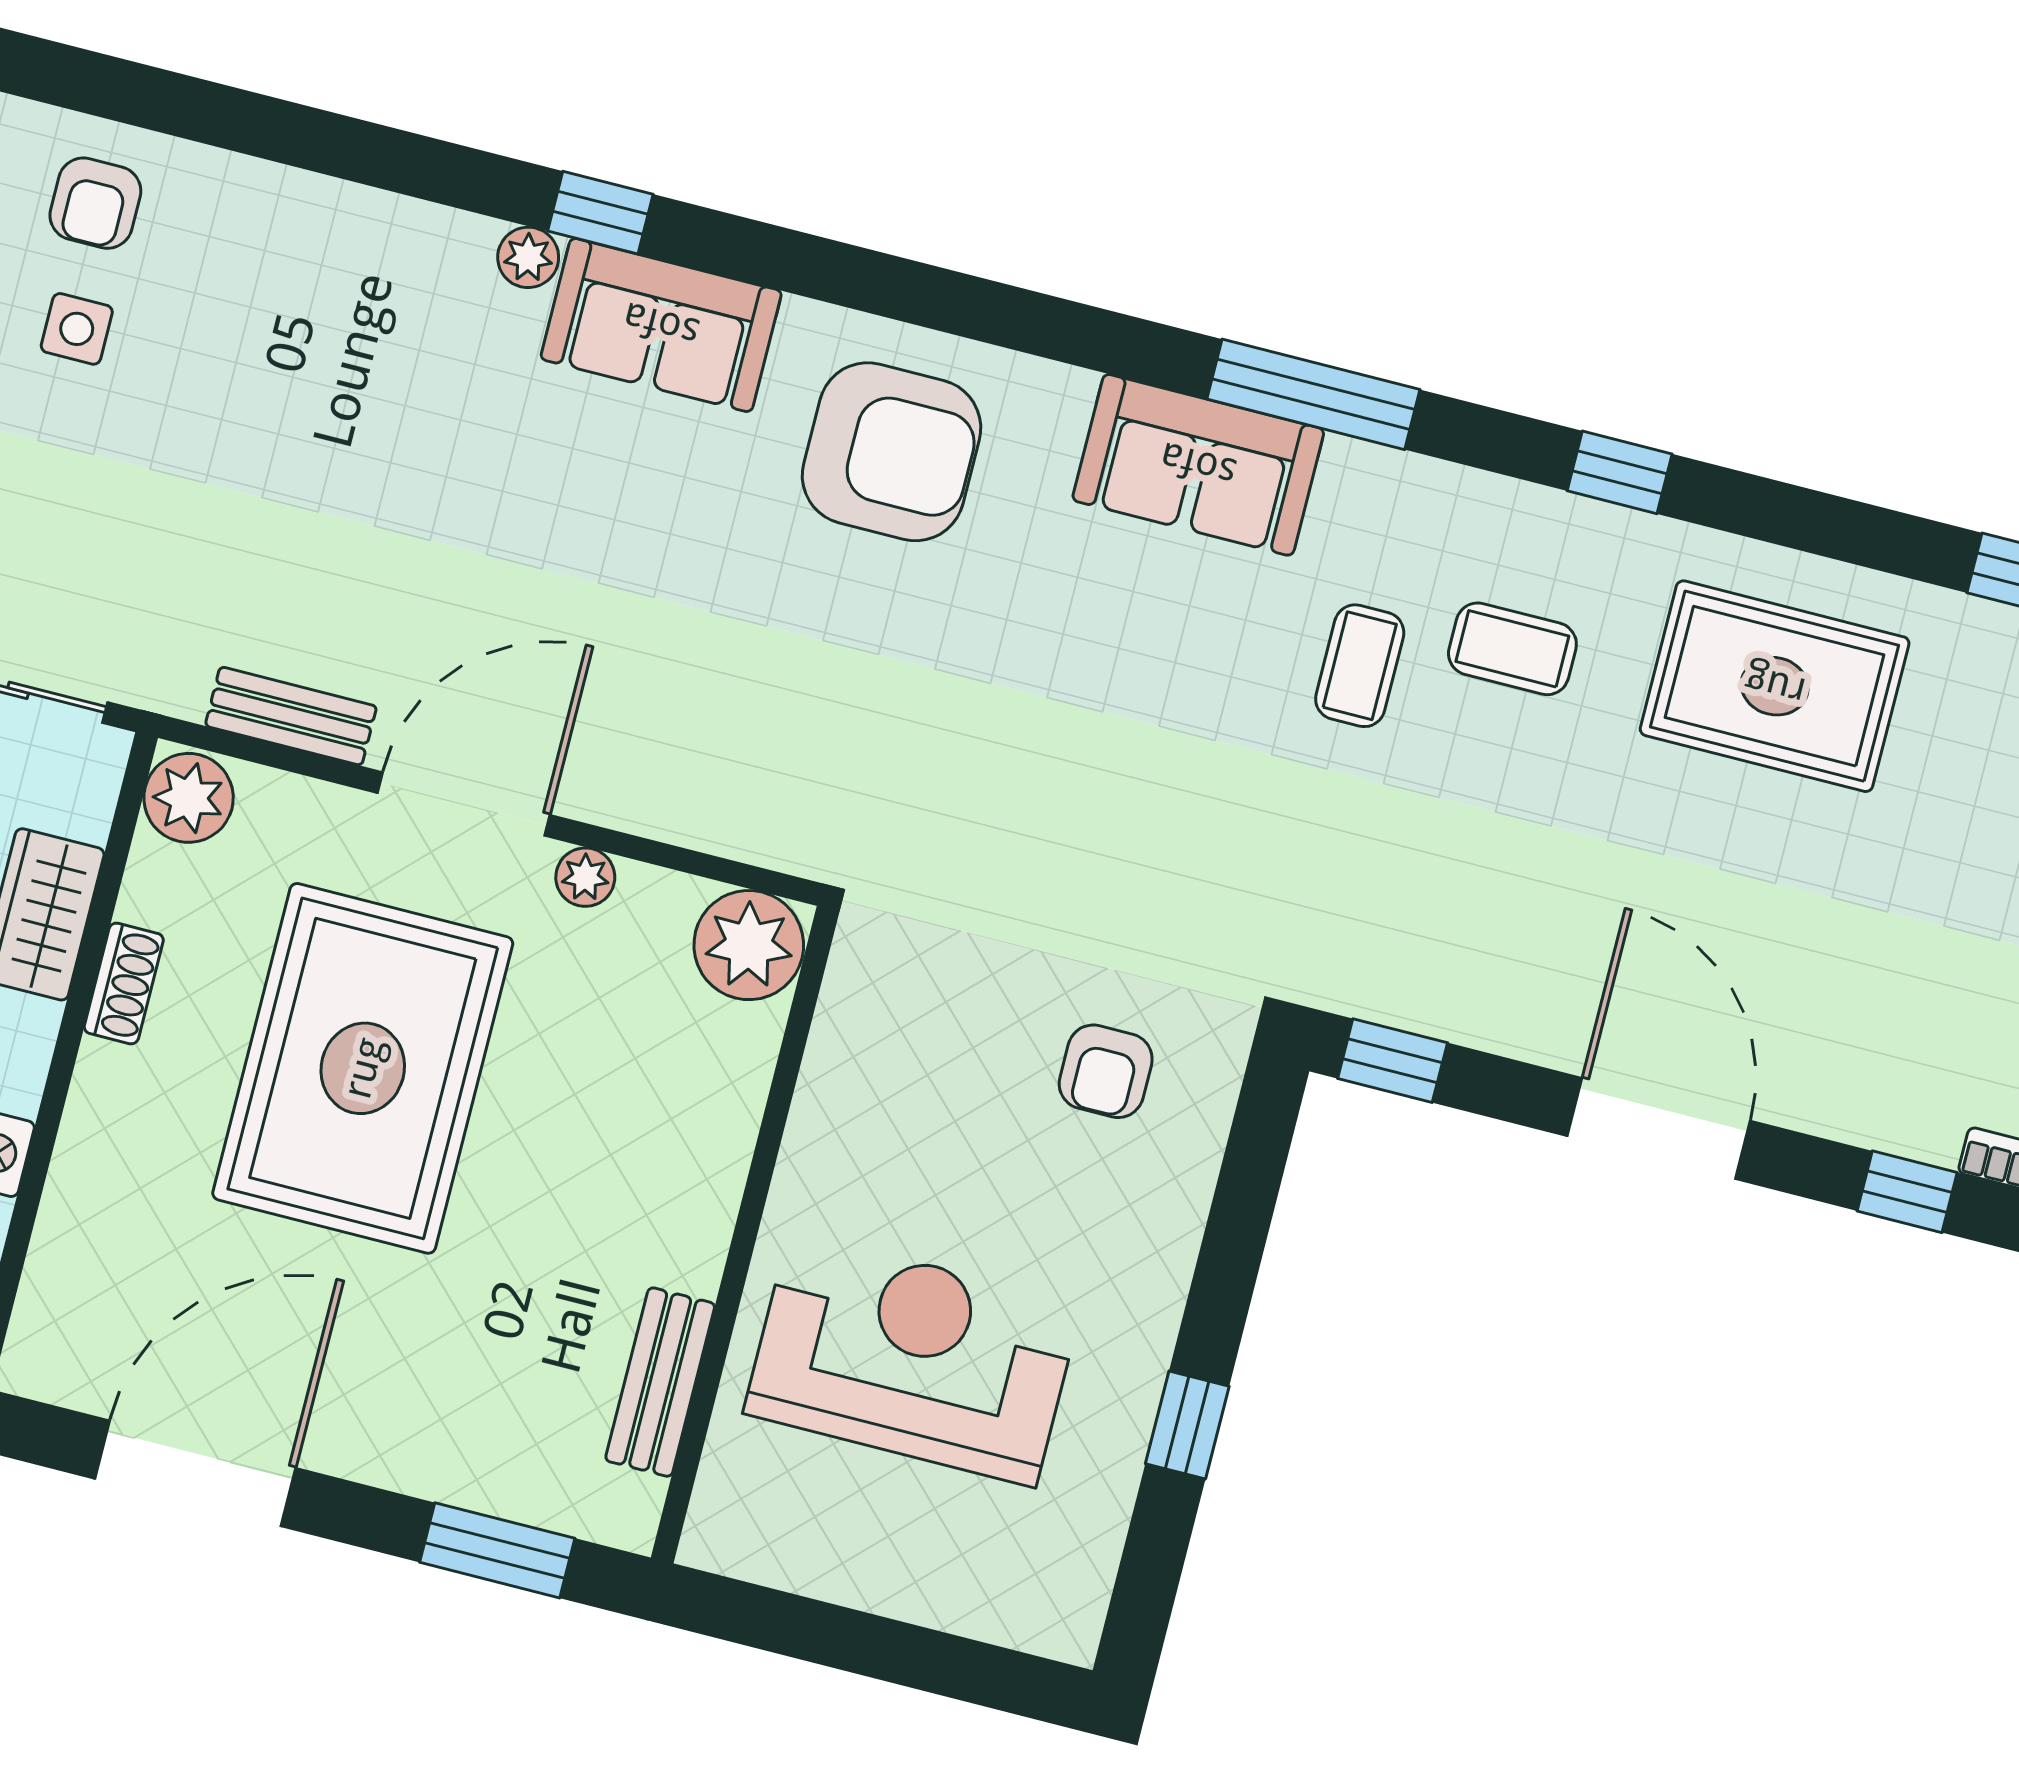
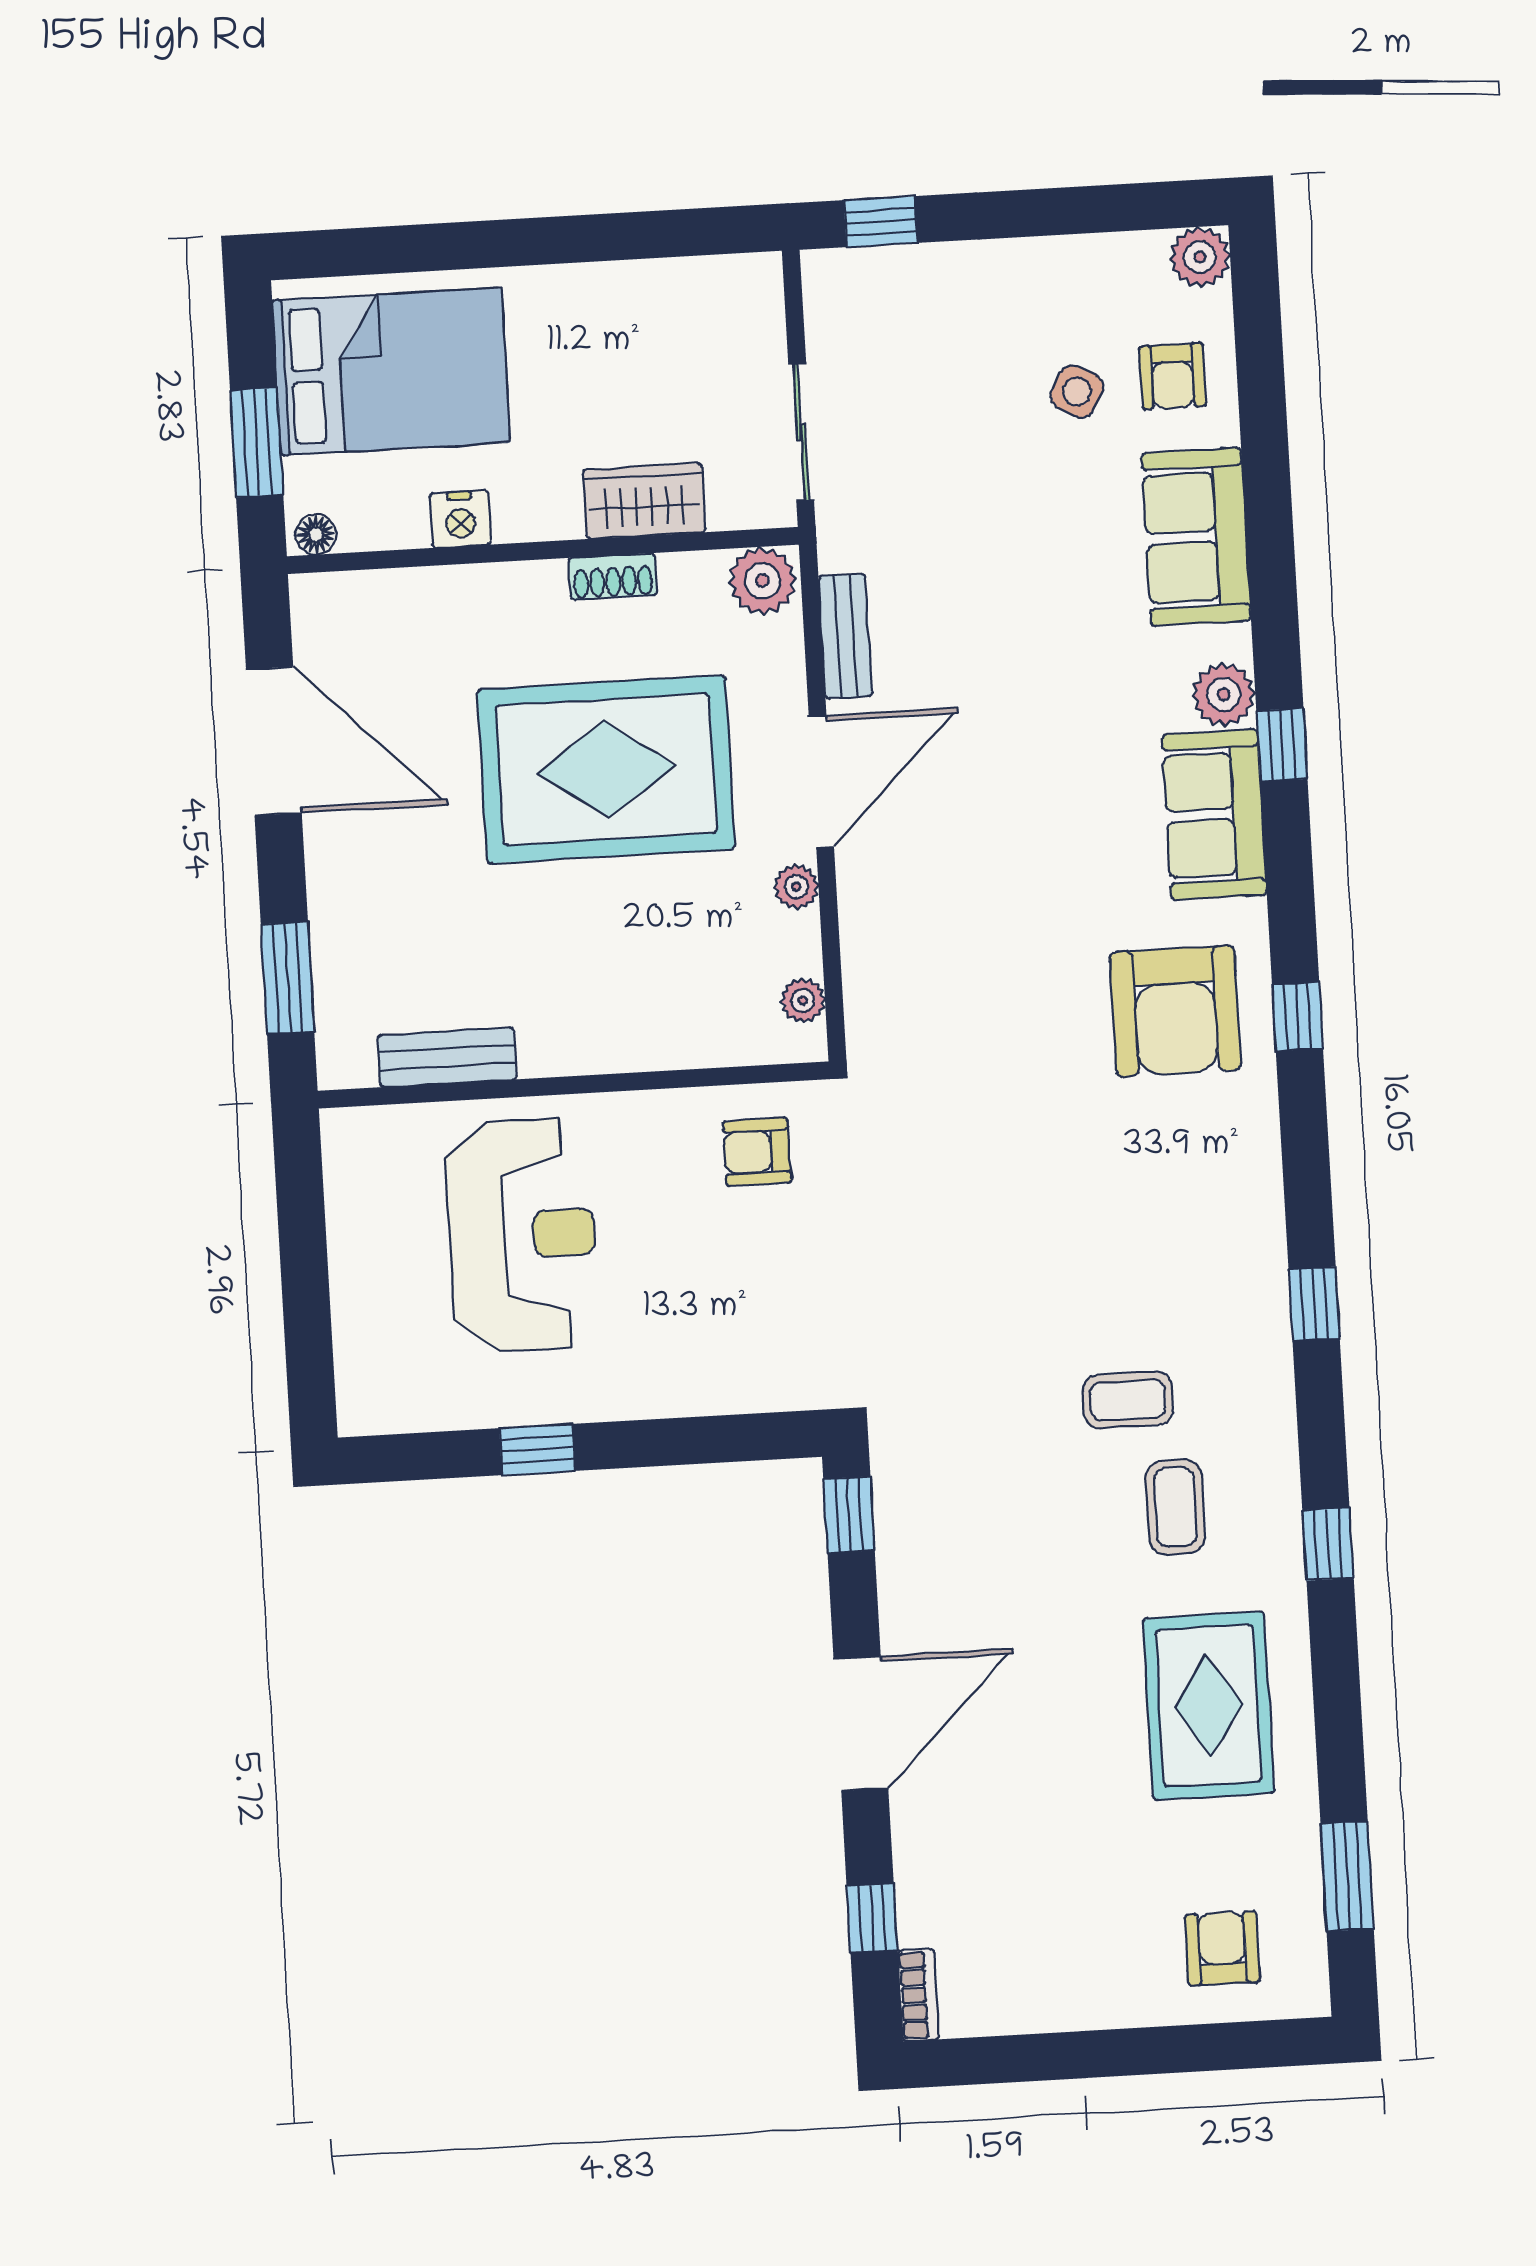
armchair: (95, 203) -> (1172, 376), turned -90
plant: (528, 257) -> (1224, 694), width x1.38, depth x1.38
window: (947, 301) -> (1298, 1017), added
side table: (77, 329) -> (1077, 392), turned 31
window: (1313, 394) -> (1314, 1304), width x0.46
sofa: (1198, 465) -> (1196, 537), moved
door: (464, 804) -> (821, 782), hinge flipped
plant: (749, 945) -> (803, 1000), width x0.53, depth x0.53
armchair: (1106, 1071) -> (757, 1152), moved

